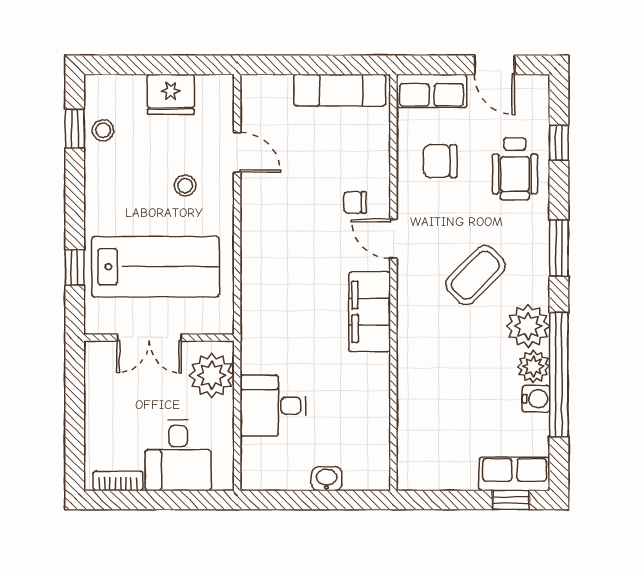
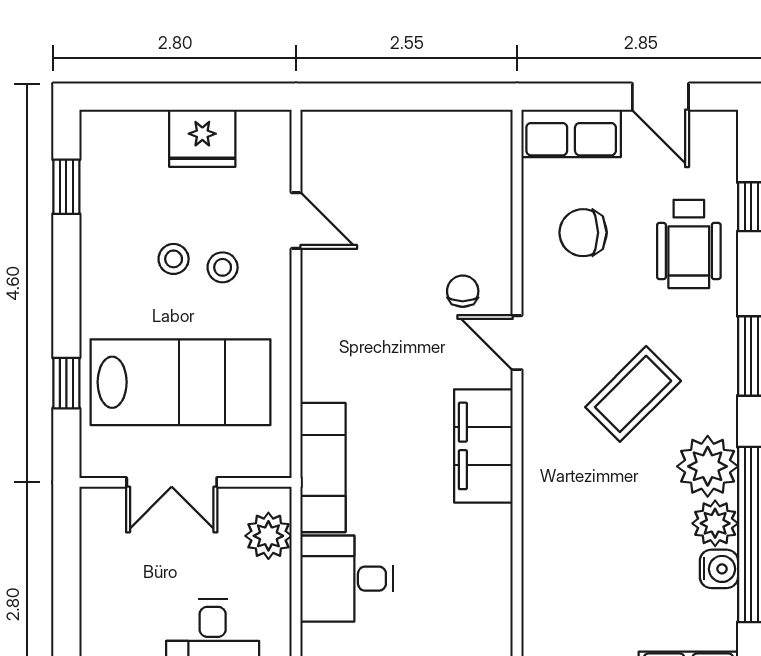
exam couch: (340, 90) -> (323, 467), moved, turned -90
stool: (103, 130) -> (174, 259), moved
chair: (355, 202) -> (463, 291), turned 90
plant: (212, 375) -> (268, 536), width x0.73, depth x0.73

